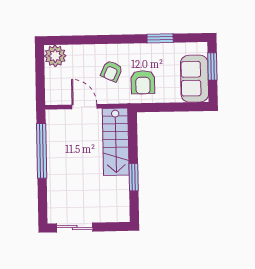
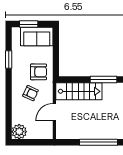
window: (42, 151) -> (99, 142), moved
window: (134, 177) -> (103, 80), width x1.44

